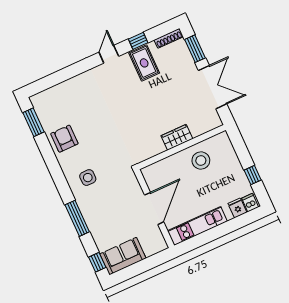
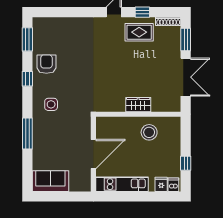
rug: (144, 63) -> (139, 32), turned 90
window: (97, 262) -> (27, 79), moved

